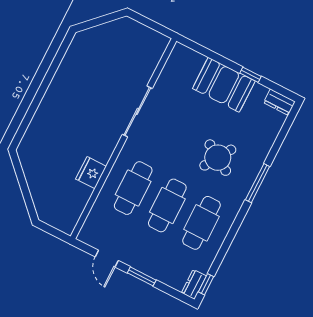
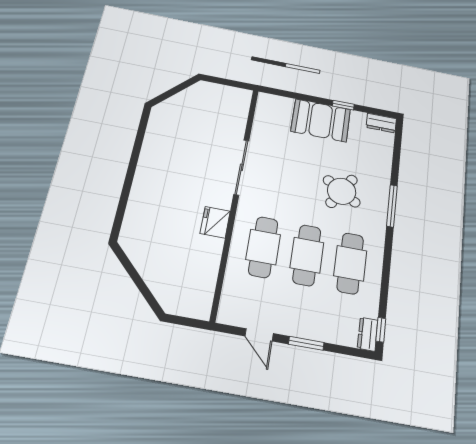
fridge: (91, 173) -> (215, 222), moved

